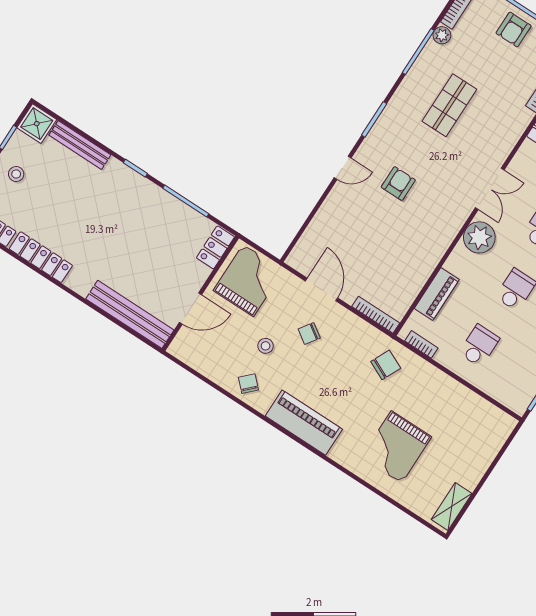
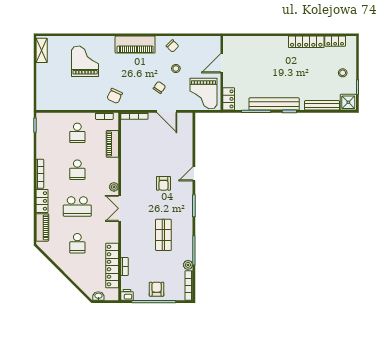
plant: (479, 237) -> (114, 187), width x0.53, depth x0.53
bench: (130, 314) -> (274, 104), moved

